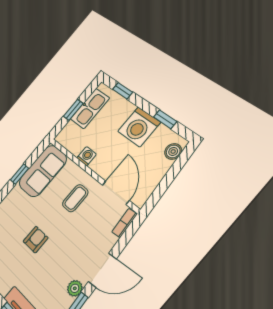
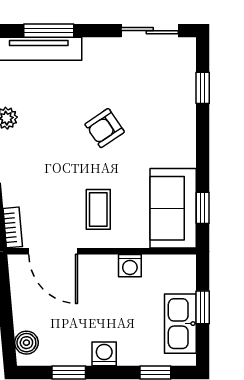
washing machine: (139, 127) -> (104, 354), width x0.53, depth x0.53
window: (19, 174) -> (203, 208), moved
armchair: (36, 240) -> (105, 128), turned 56

